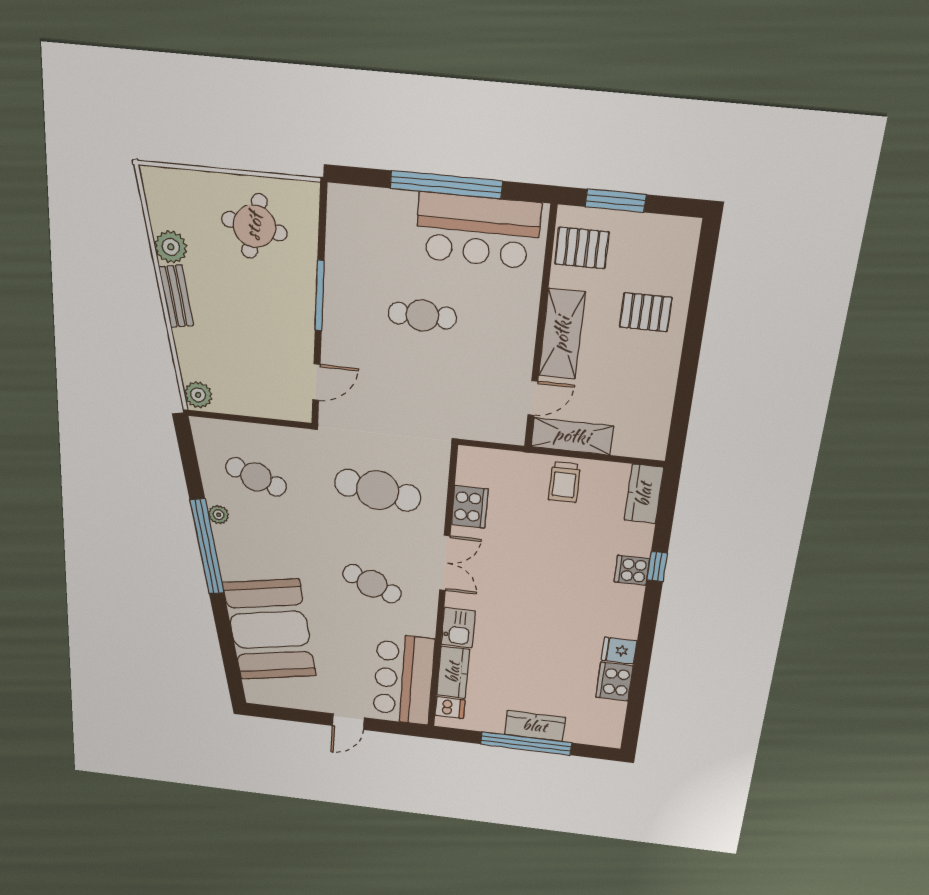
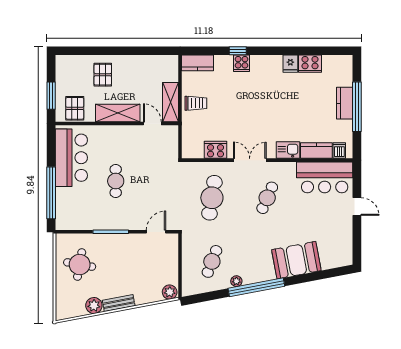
window: (446, 185) -> (51, 193), moved
door: (316, 382) -> (156, 232), hinge flipped
booth: (270, 630) -> (296, 260), width x0.73, depth x0.70

